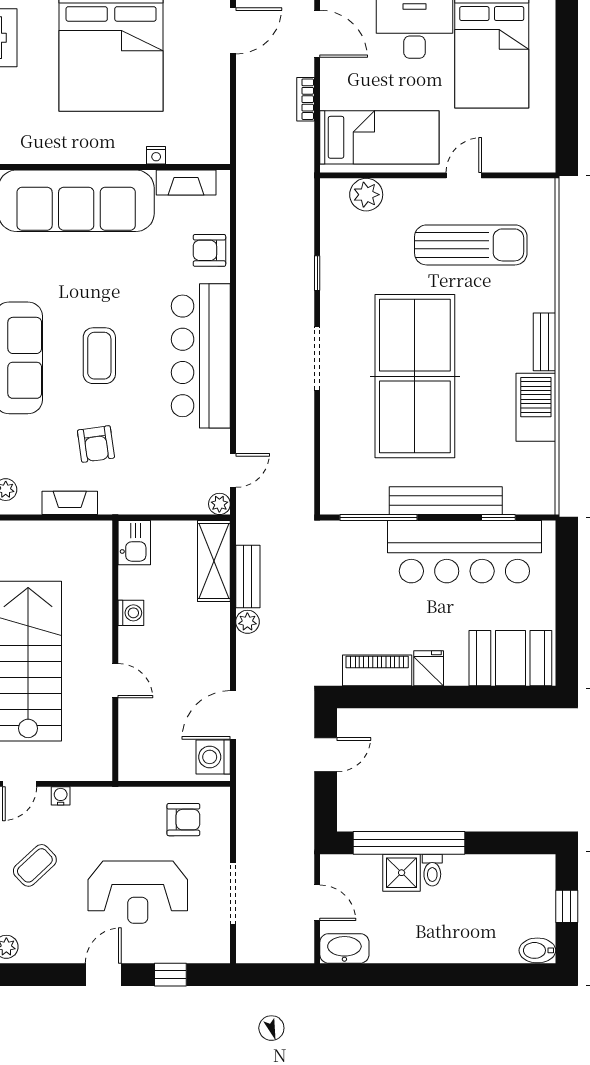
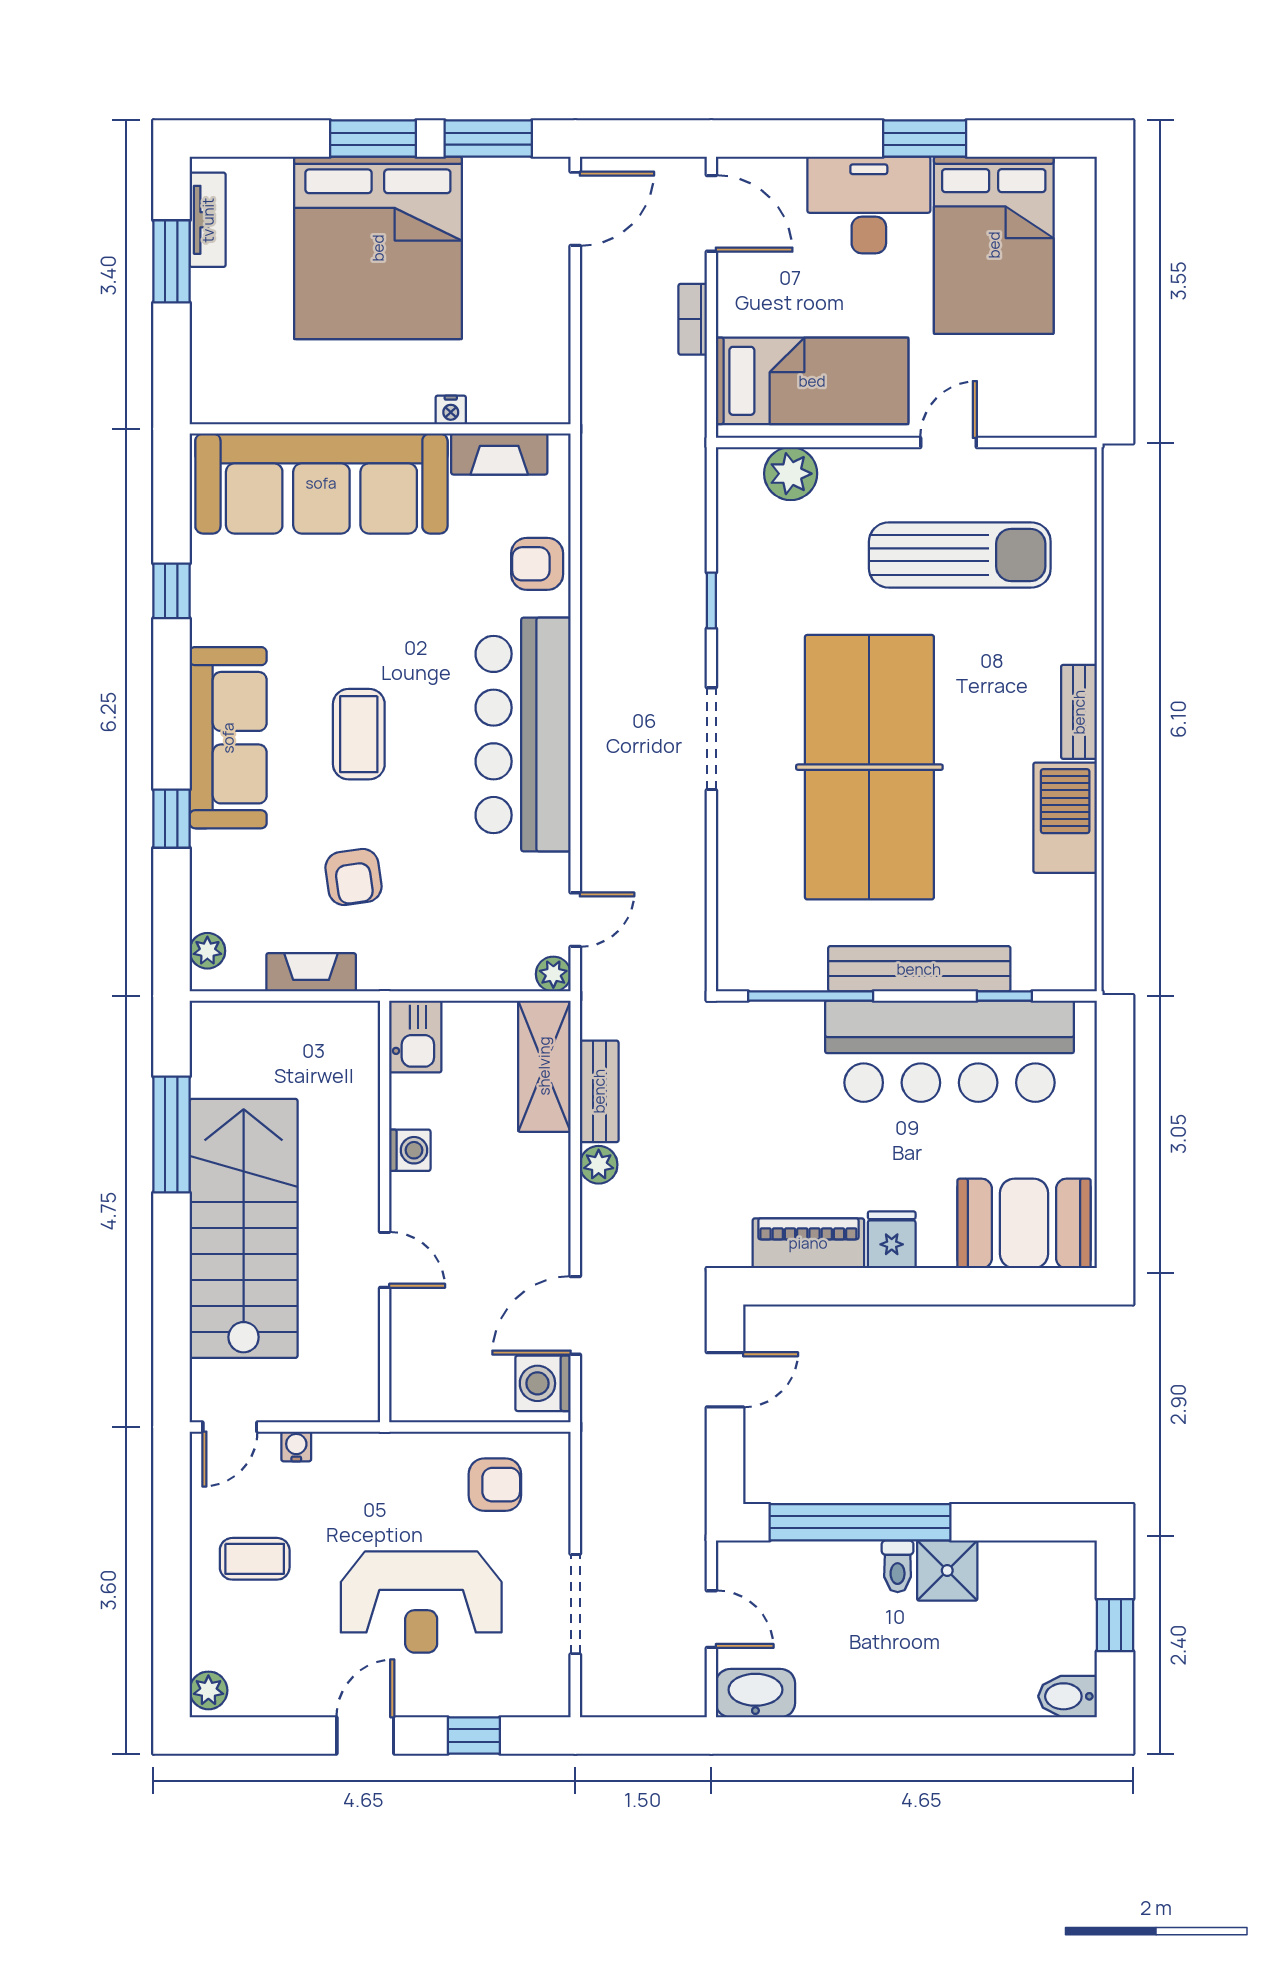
coffee table: (35, 865) -> (255, 1559), turned 43
shower: (402, 873) -> (947, 1571), moved

